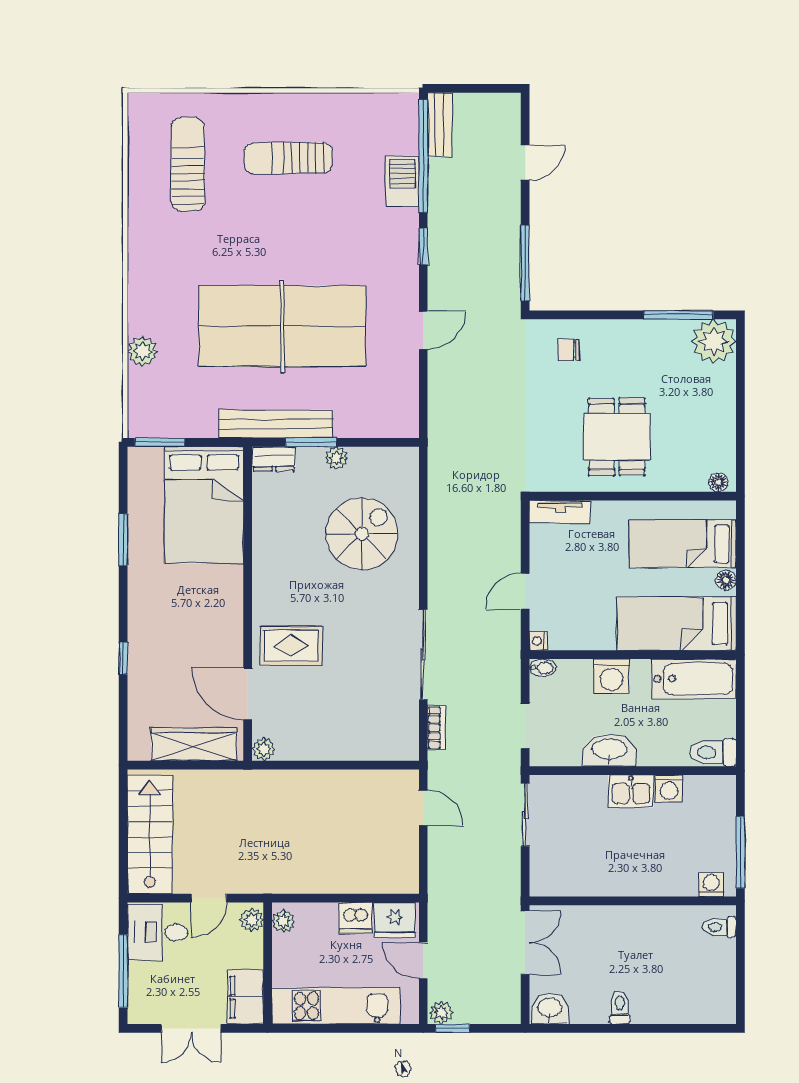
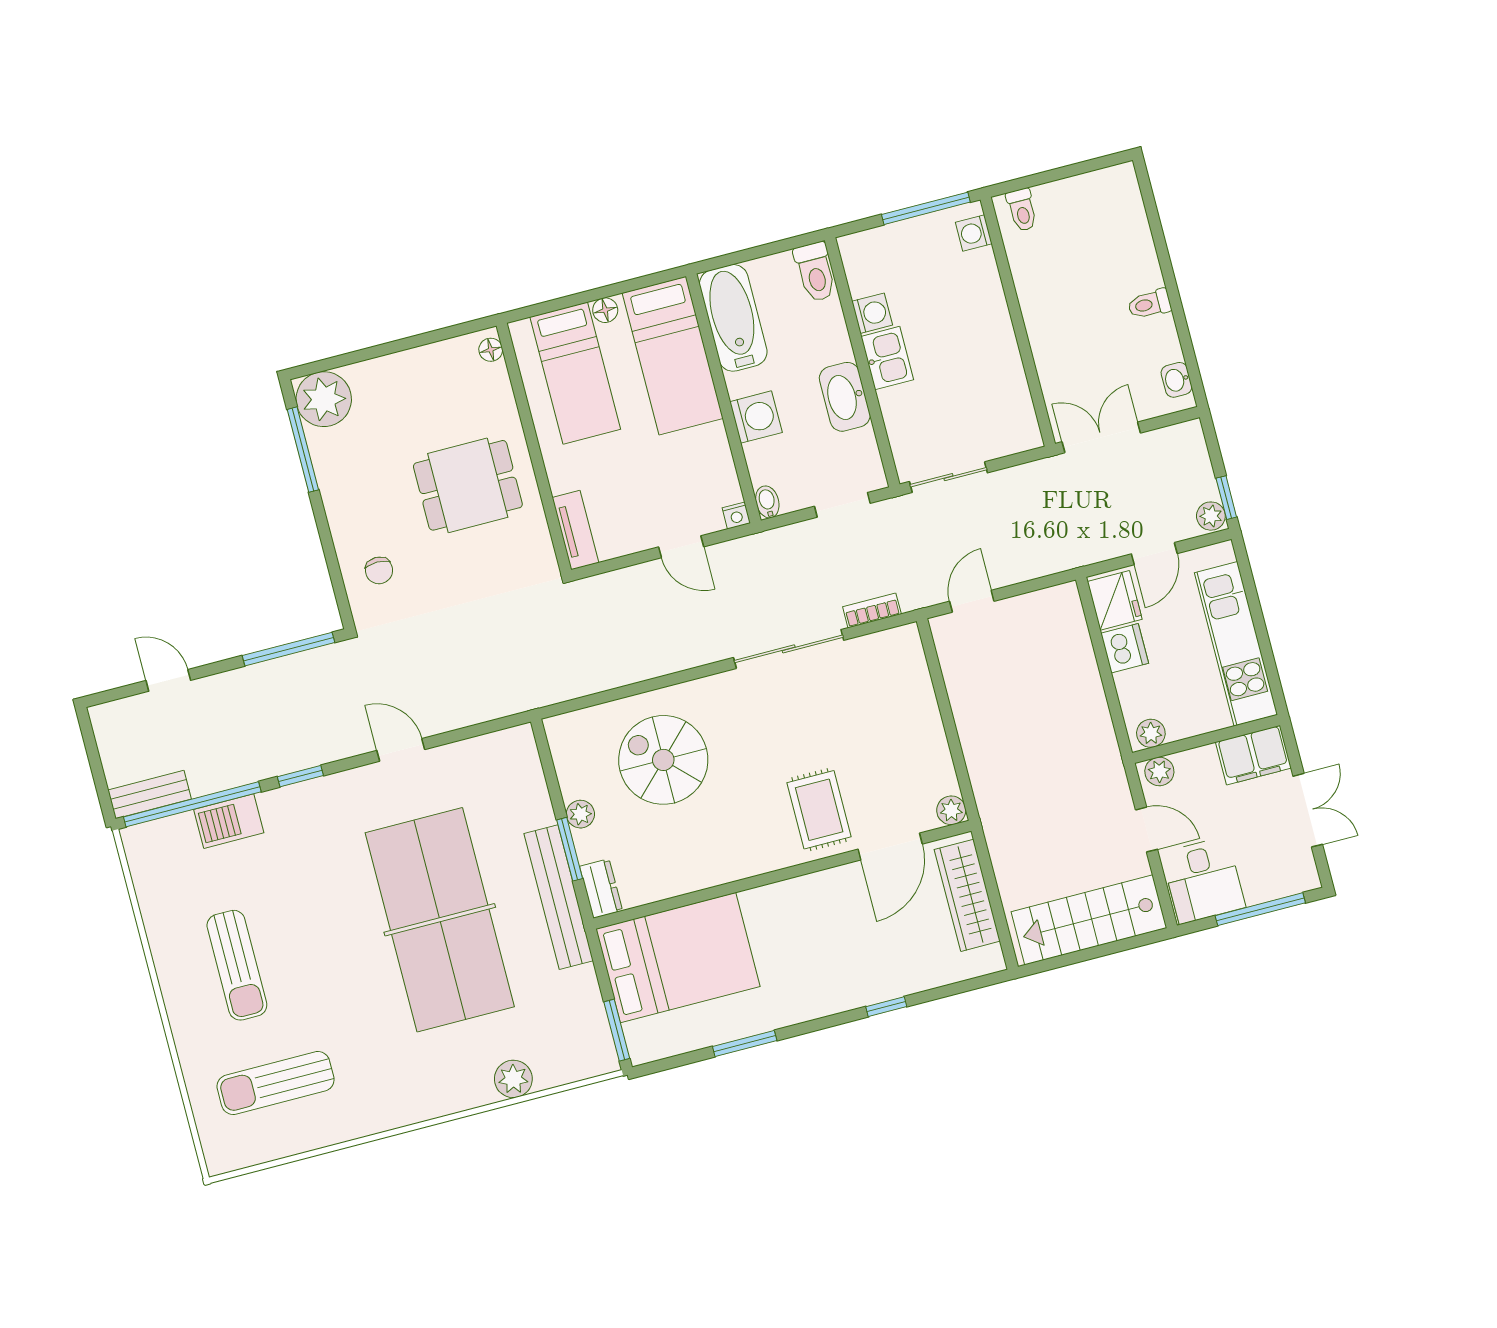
washbasin: (550, 1008) -> (1176, 380), width x0.72, depth x0.69

